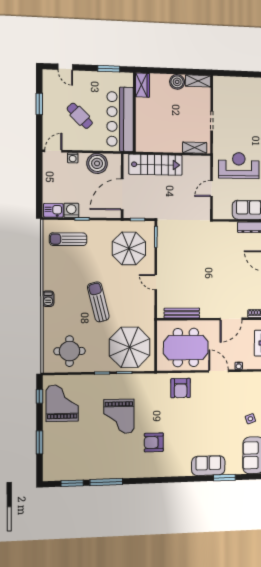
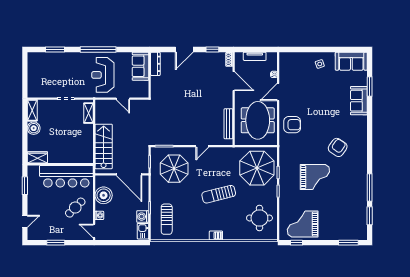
cafe table: (80, 116) -> (75, 208), moved
window: (39, 442) -> (348, 243), moved
armchair: (154, 442) -> (338, 147), turned -146

